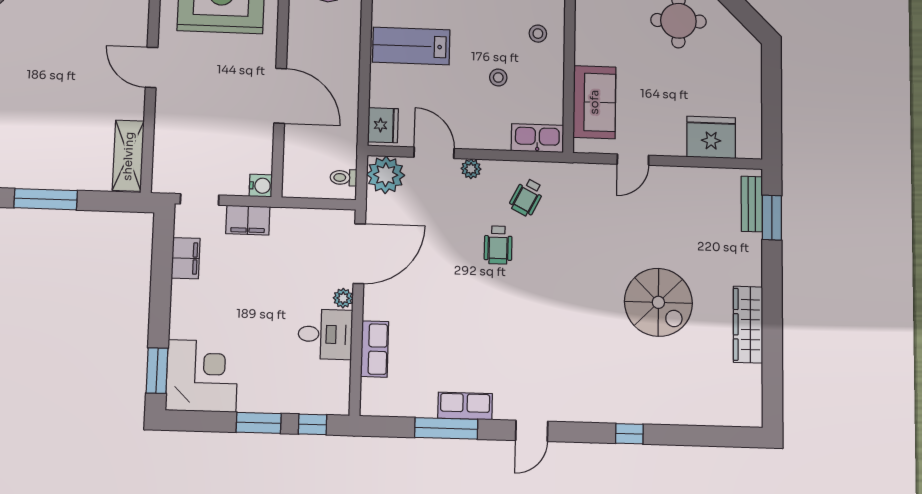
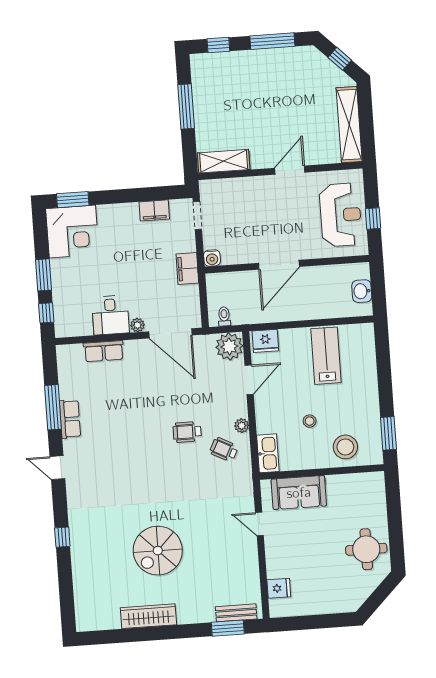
stool: (538, 34) -> (345, 447), width x1.89, depth x1.89
fridge: (711, 137) -> (279, 588), width x0.53, depth x0.75
plant: (471, 169) -> (242, 426), moved
filing cabinet: (248, 220) -> (187, 269), moved

